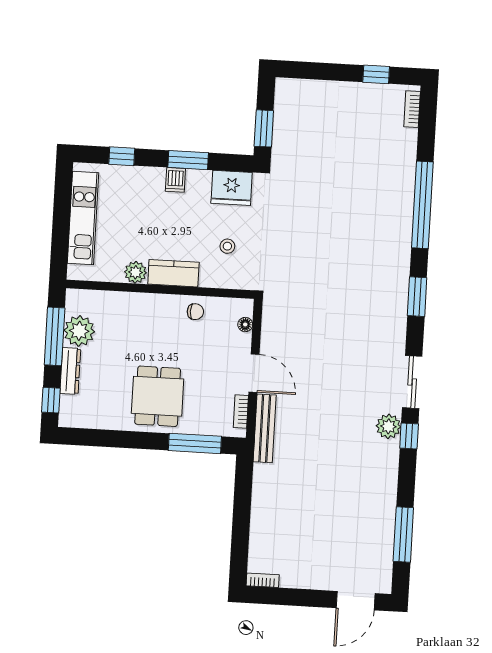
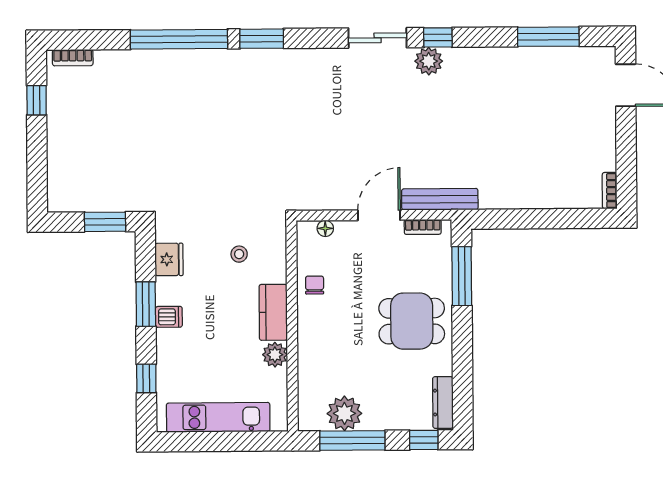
fridge: (232, 188) -> (169, 259), width x0.73, depth x0.75
window: (417, 297) -> (262, 39), moved
dresser: (70, 371) -> (443, 402), moved, turned -90

